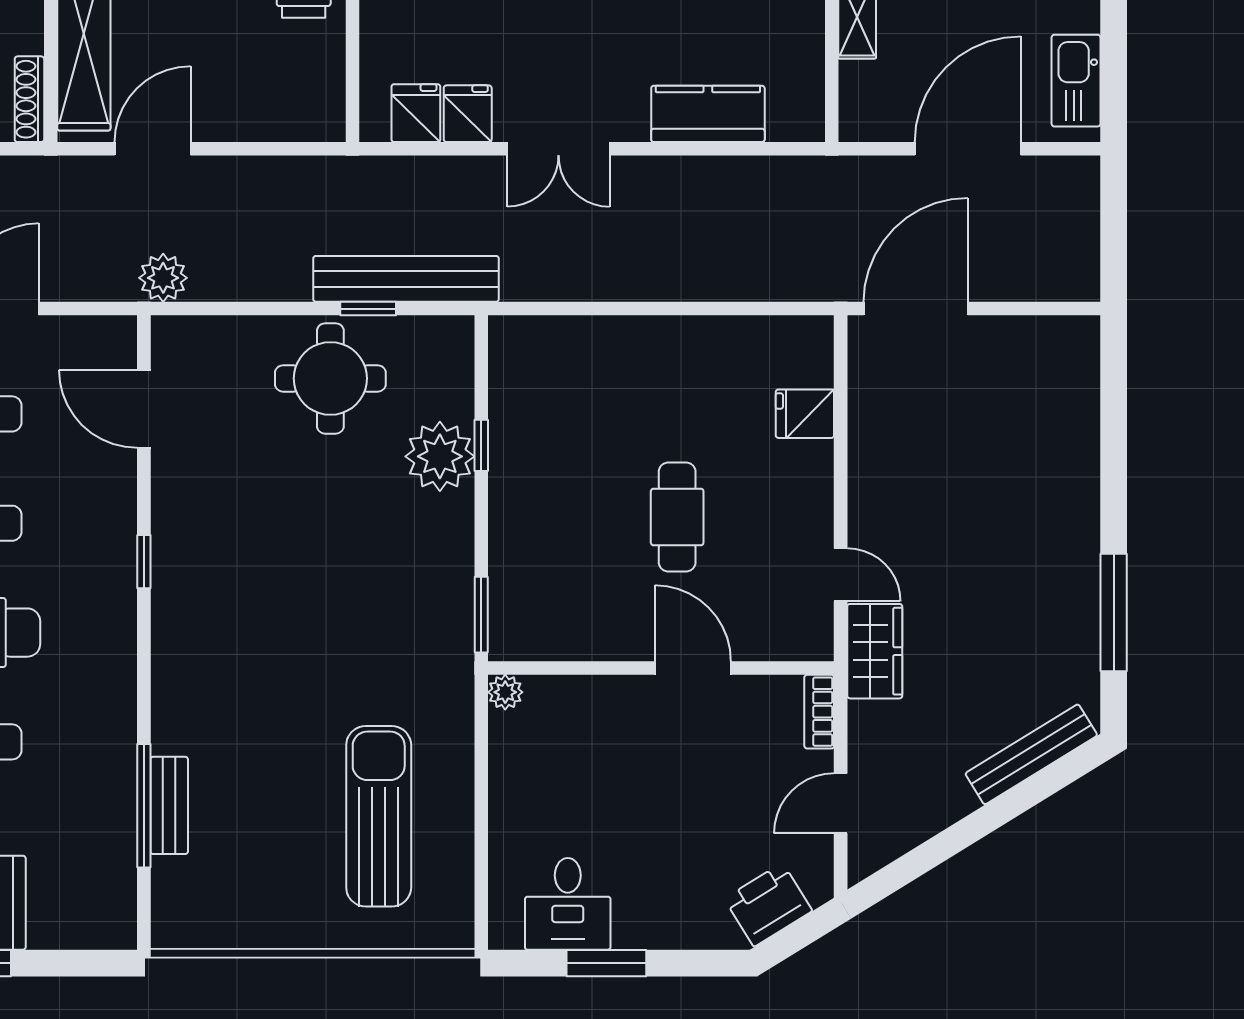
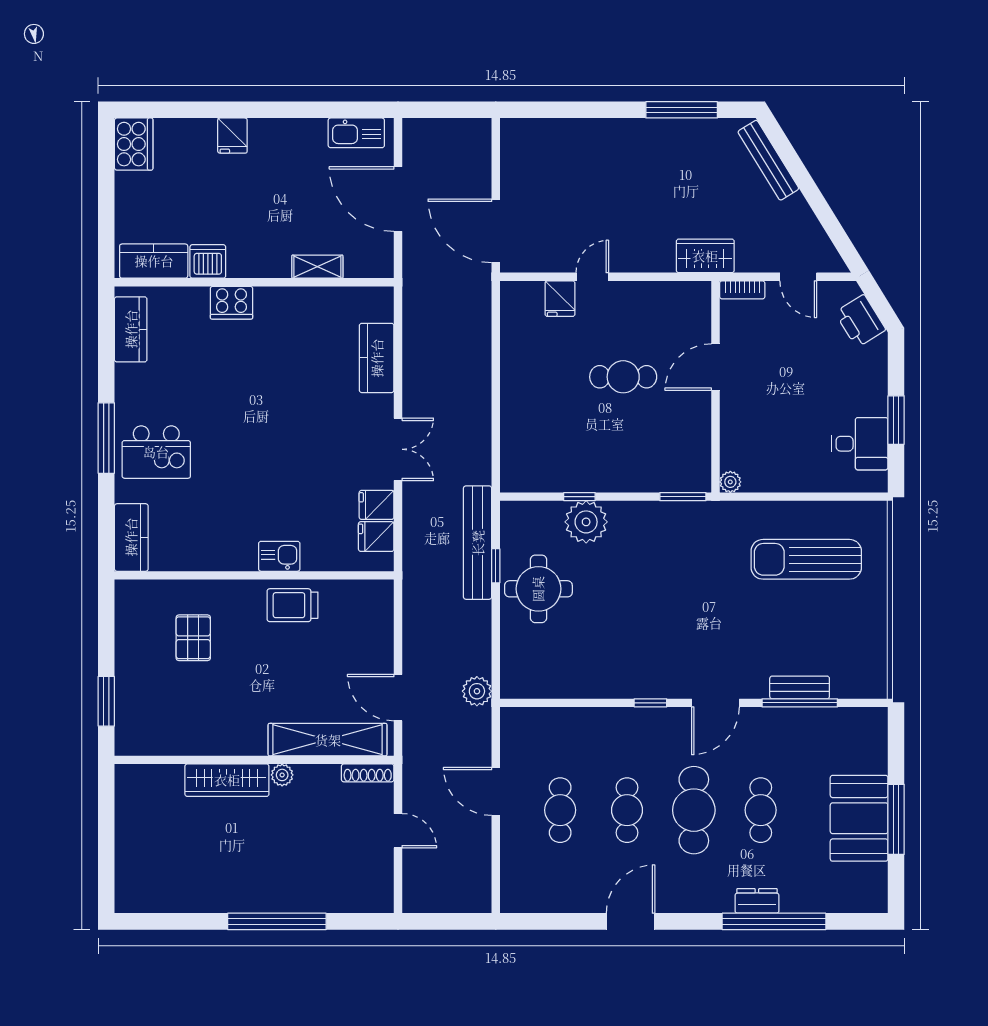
door: (144, 409) -> (715, 703), moved
door: (841, 575) -> (592, 277), moved

